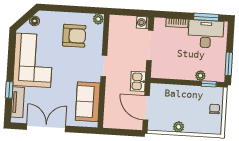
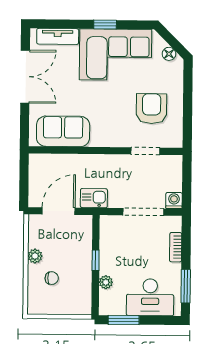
plant: (98, 19) -> (176, 140), removed
desk: (206, 34) -> (150, 297), moved, turned 90
armchair: (74, 36) -> (152, 109), turned 180
doorway: (104, 66) -> (145, 151), moved
window: (209, 84) -> (96, 260), moved
window: (9, 90) -> (105, 24), moved
chair: (215, 109) -> (52, 278), moved

